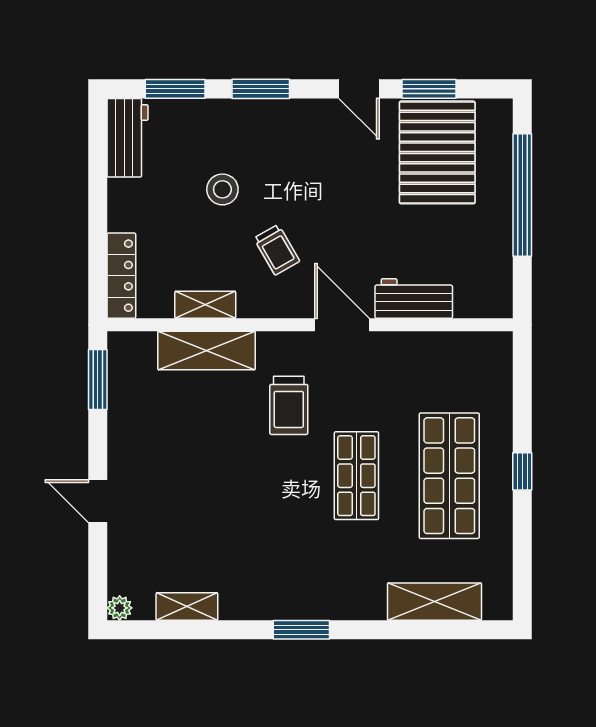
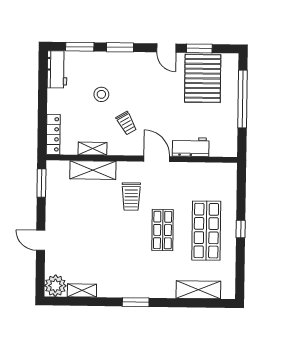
plant: (120, 608) -> (55, 286), width x1.88, depth x1.88

